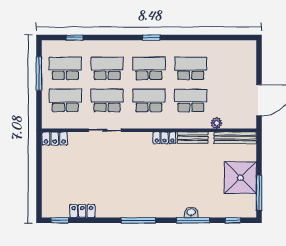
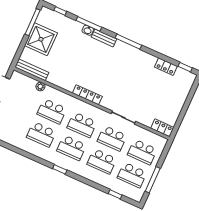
locker: (164, 138) -> (87, 95), width x1.53
bench: (193, 138) -> (104, 38), moved

